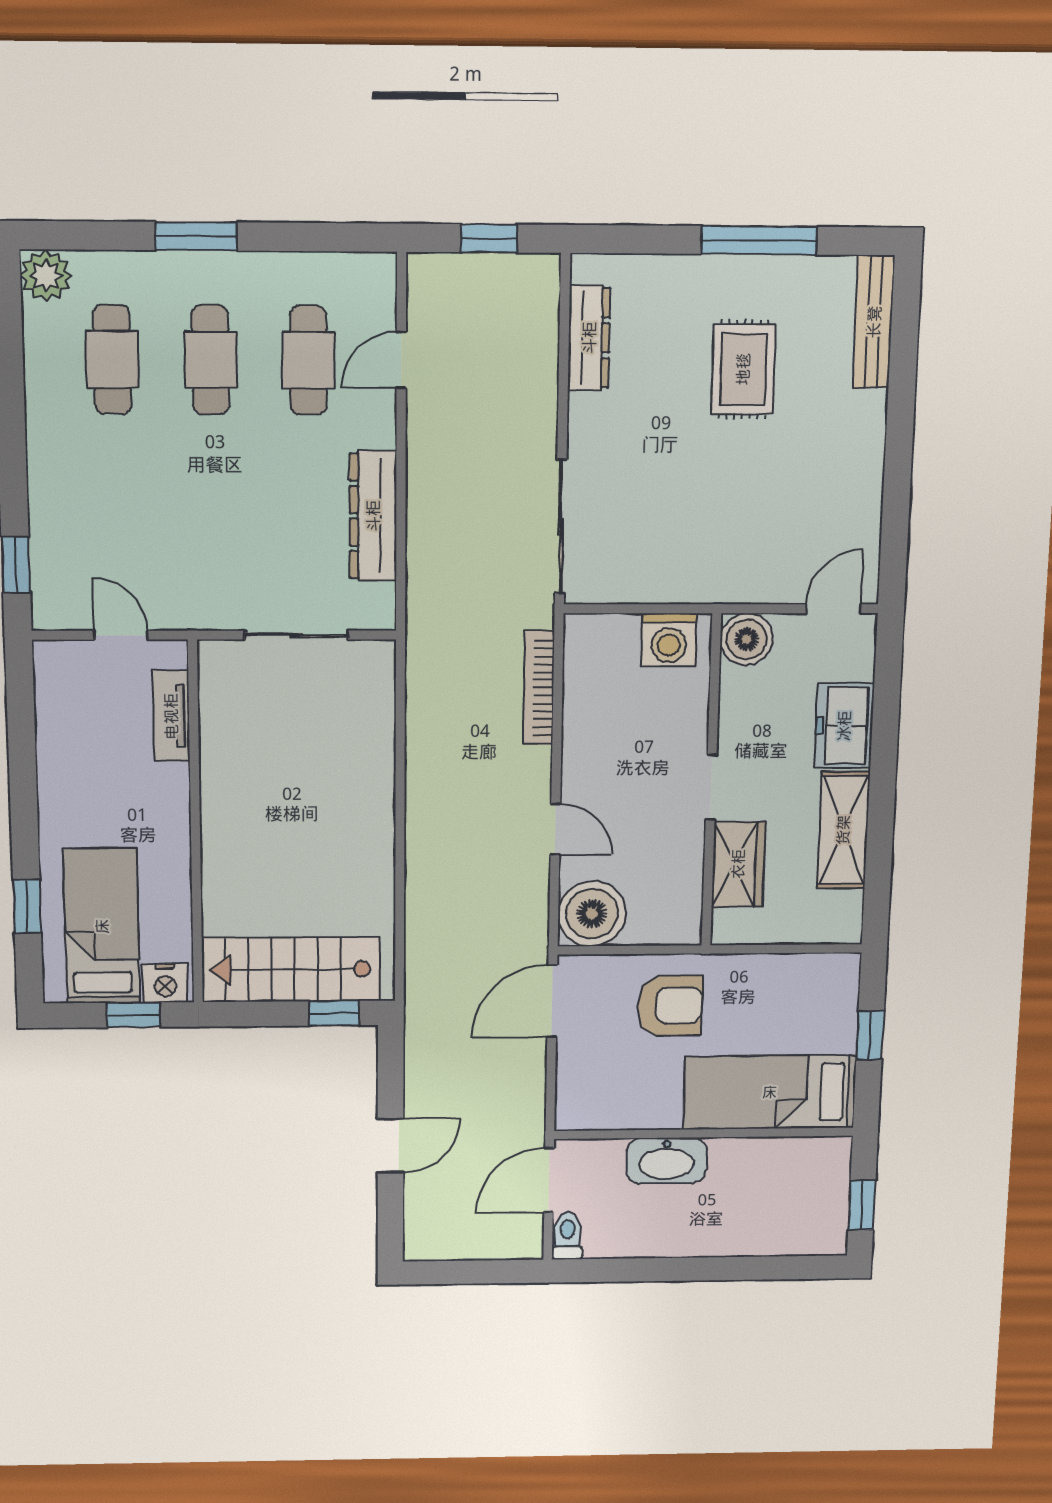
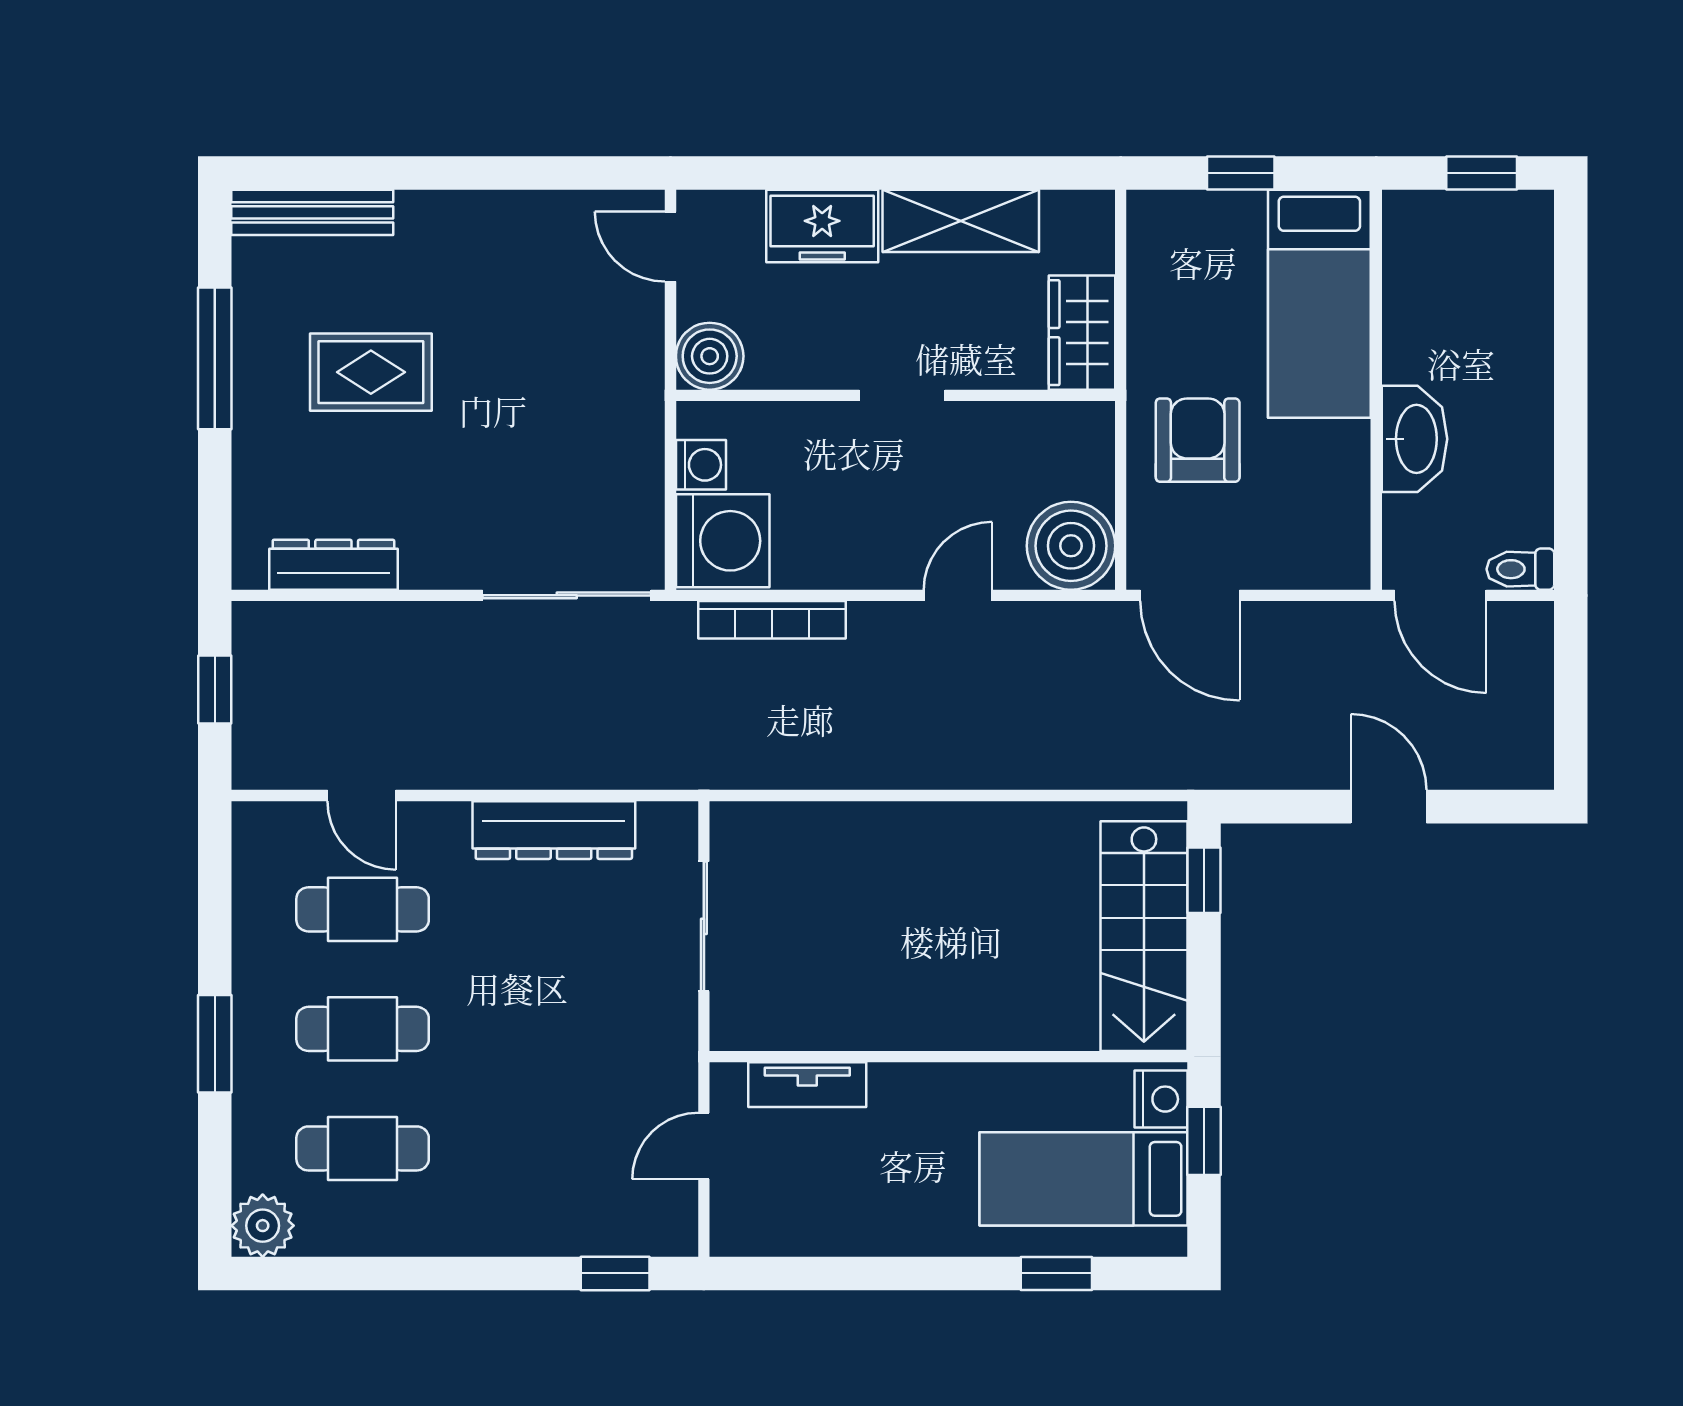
washing machine: (669, 640) -> (701, 465), width x0.73, depth x0.73
washing machine: (602, 649) -> (723, 541), added
wardrobe: (738, 864) -> (1082, 333), moved, turned -90

